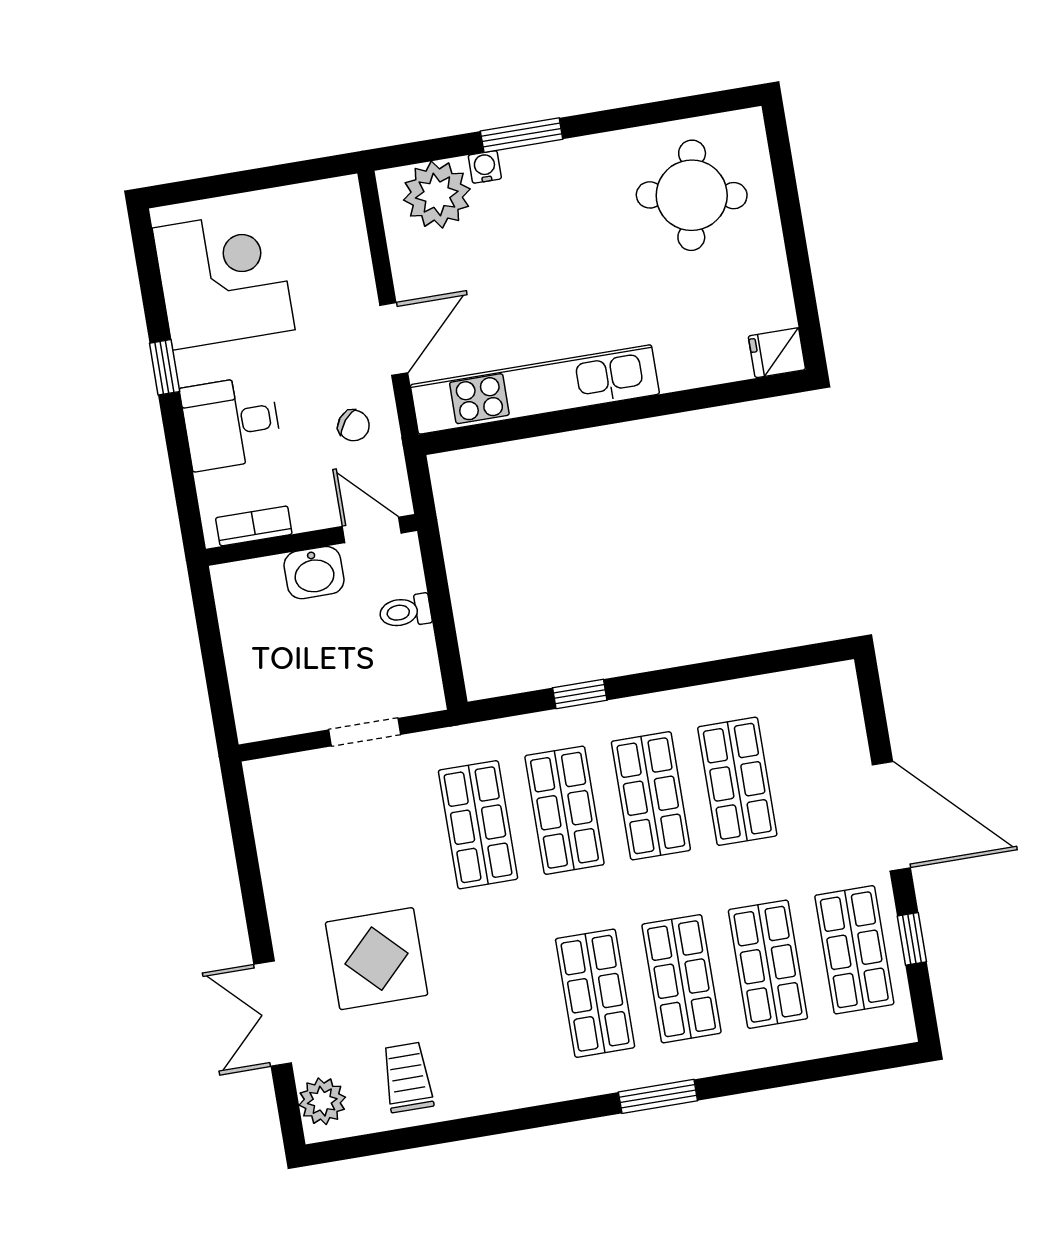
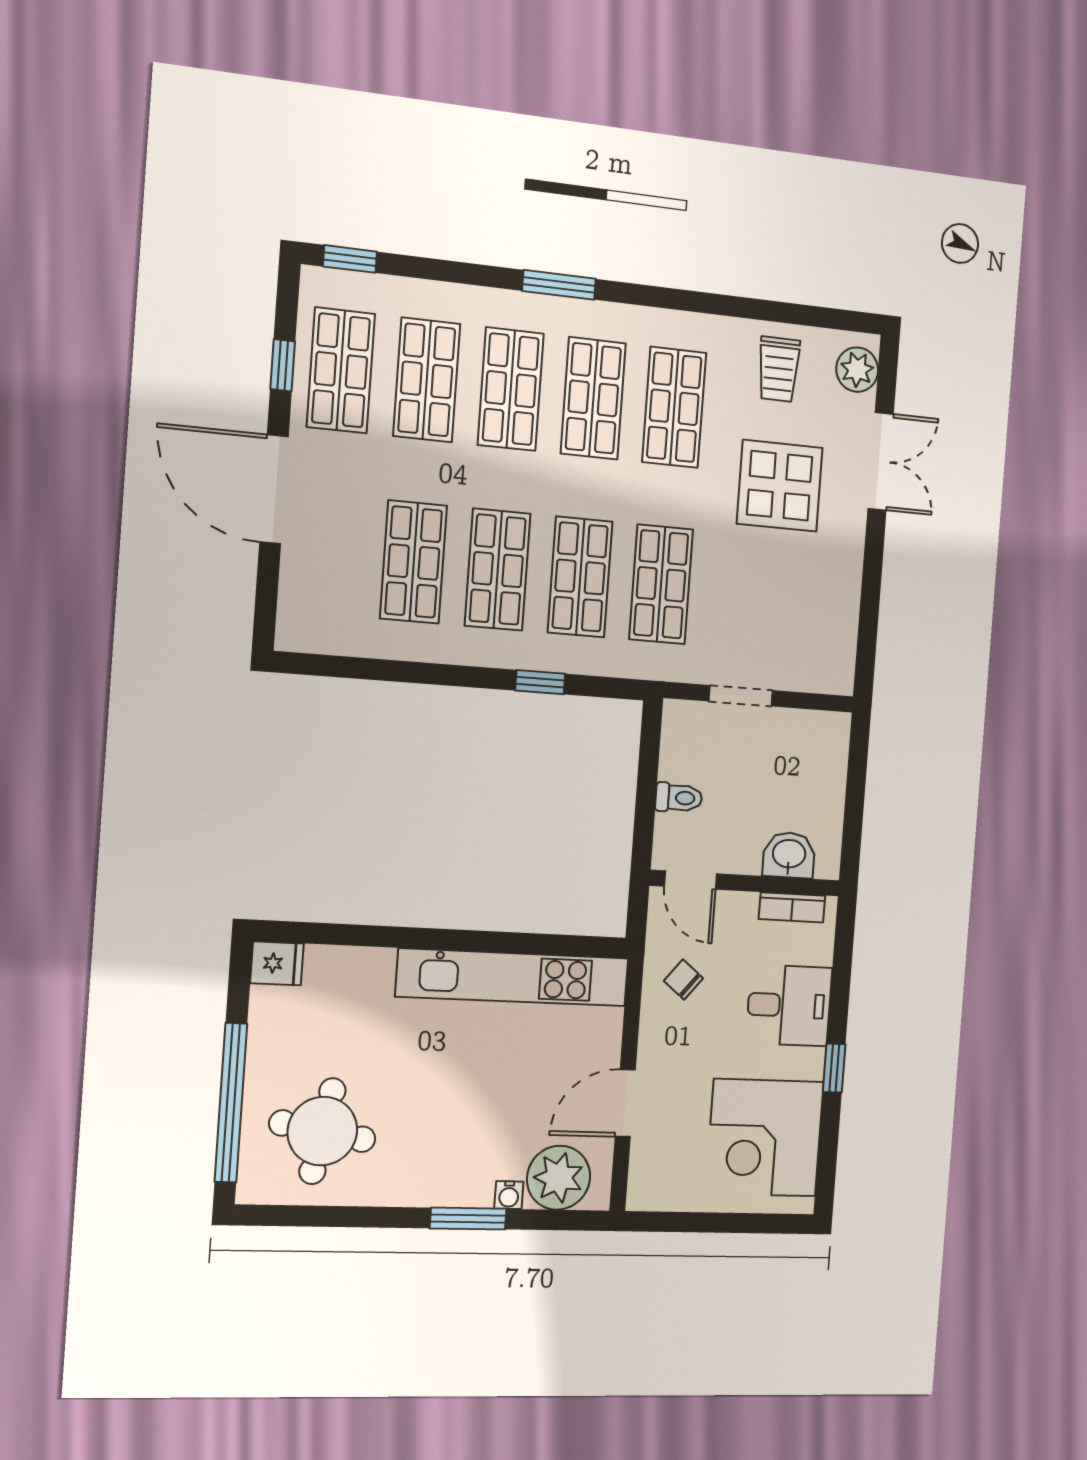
window: (789, 206) -> (231, 1103), added
door: (394, 339) -> (625, 1103), moved
washbasin: (314, 573) -> (789, 855), moved
shop shelf: (509, 1008) -> (674, 407), added
window: (872, 1061) -> (350, 259), added

